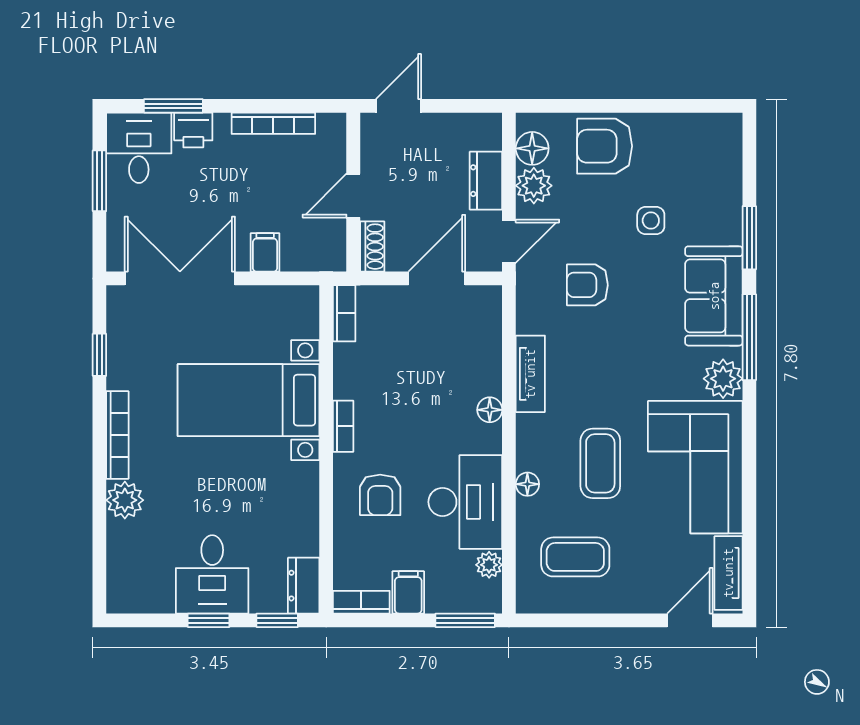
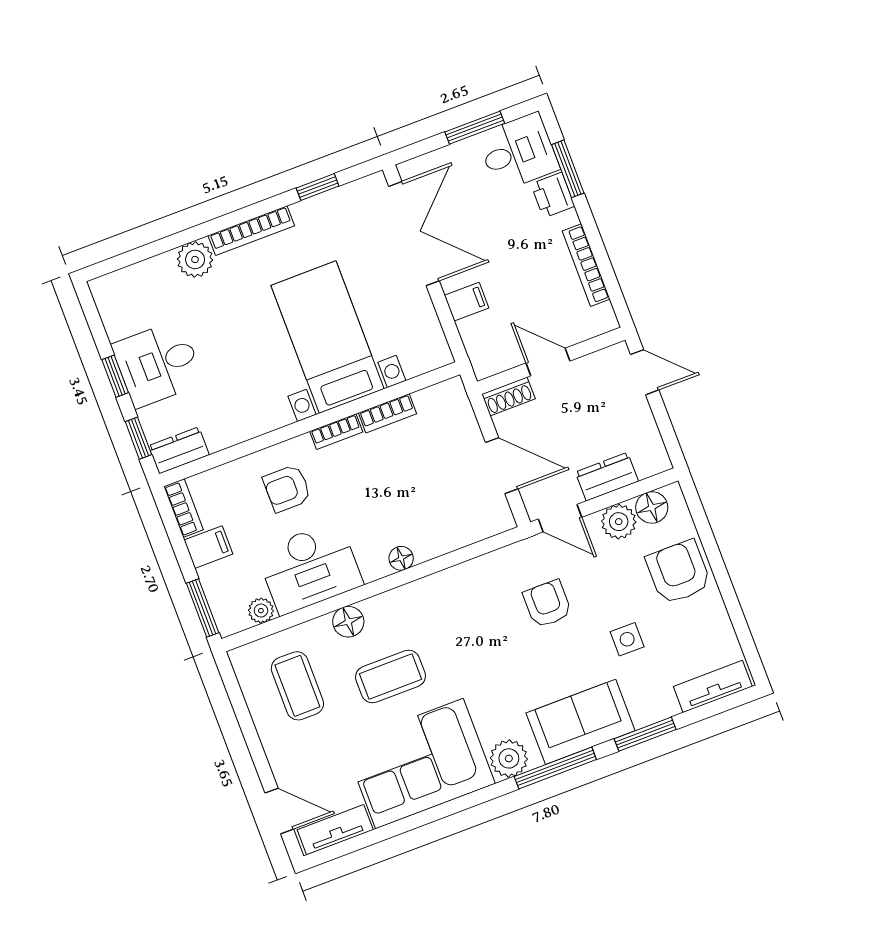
bookcase: (344, 313) -> (387, 413), moved
tv unit: (530, 374) -> (713, 686), moved, turned 180
floor lamp: (527, 484) -> (348, 622), width x1.37, depth x1.37

